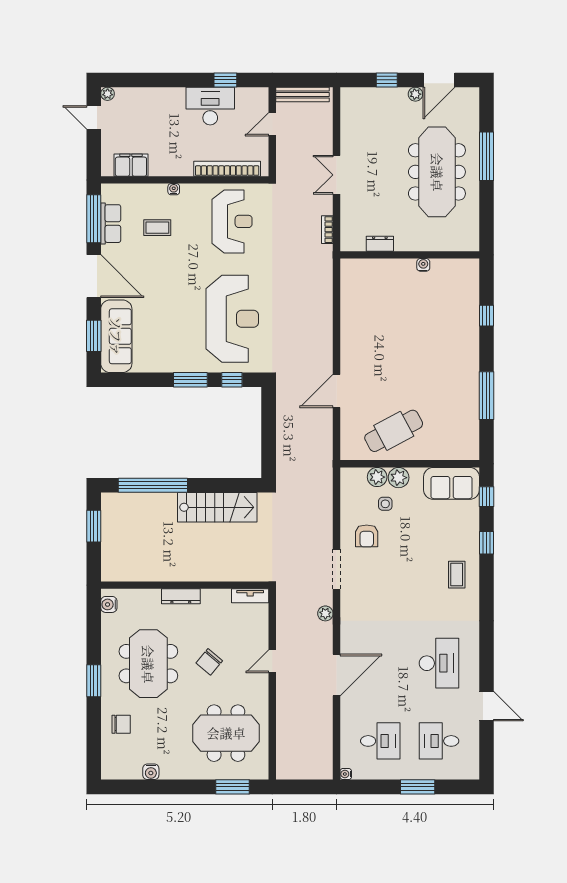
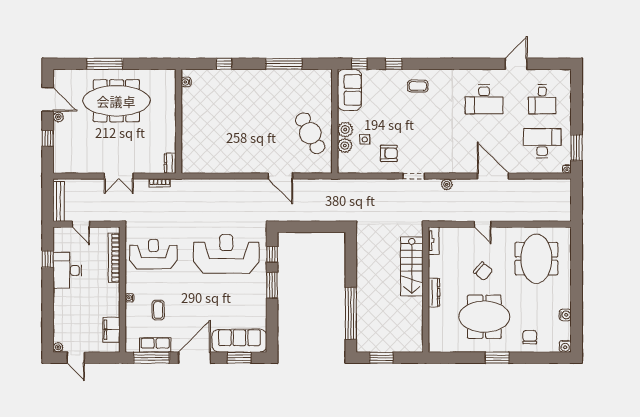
door: (94, 117) -> (76, 358), hinge flipped
dresser: (380, 244) -> (170, 163), moved
water cooler: (423, 265) -> (186, 82), moved
stairs: (217, 507) -> (412, 266), moved, turned 180
doorway: (336, 569) -> (414, 176), width x0.73
water cooler: (109, 604) -> (565, 346), moved
desk: (439, 663) -> (484, 99), turned 180
desk: (380, 741) -> (542, 143), width x1.37
window: (233, 787) -> (577, 254), removed
window: (418, 787) -> (577, 148), moved

